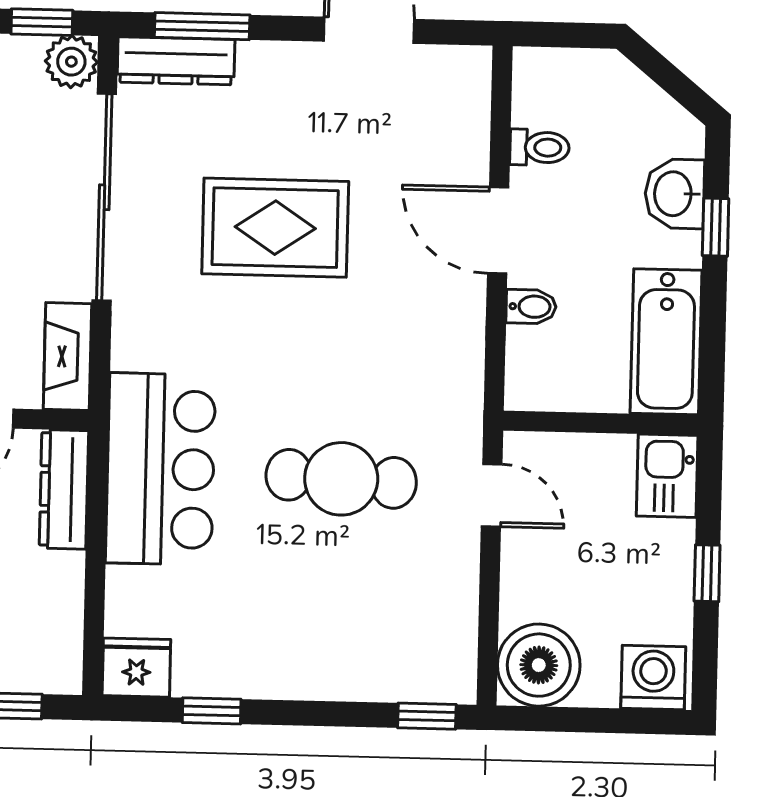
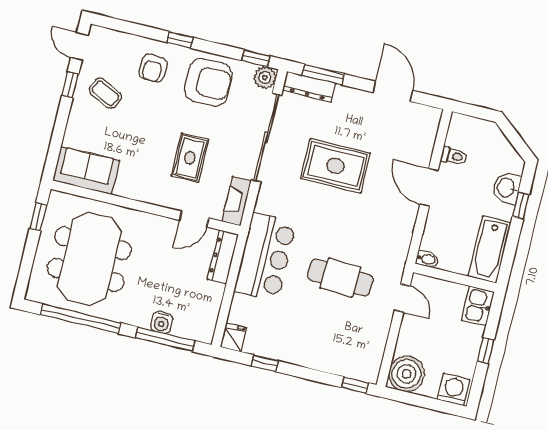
bidet: (531, 307) -> (427, 259), moved
fridge: (136, 668) -> (233, 337), width x0.72

